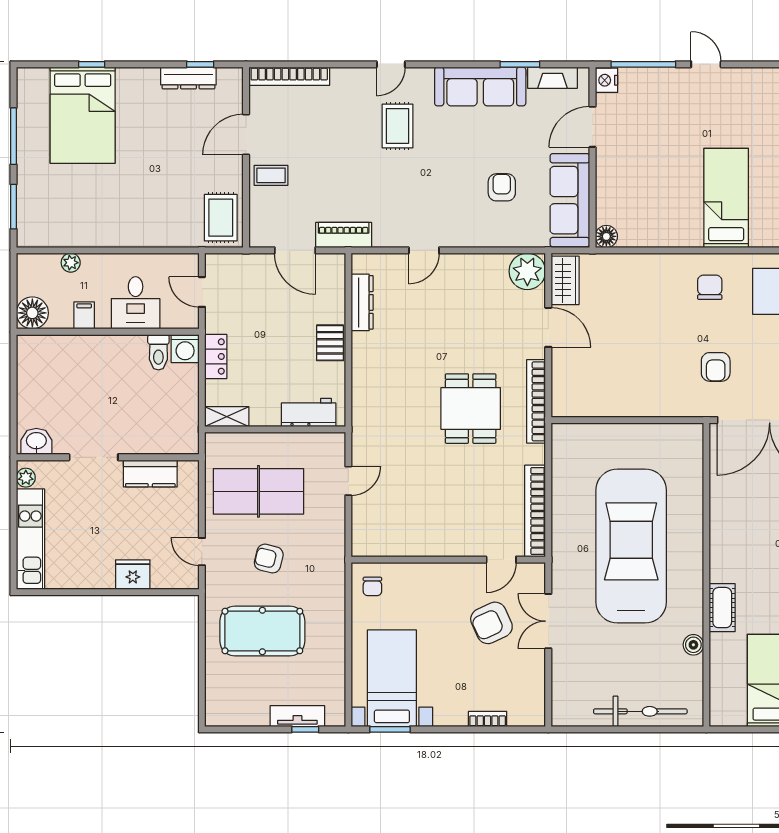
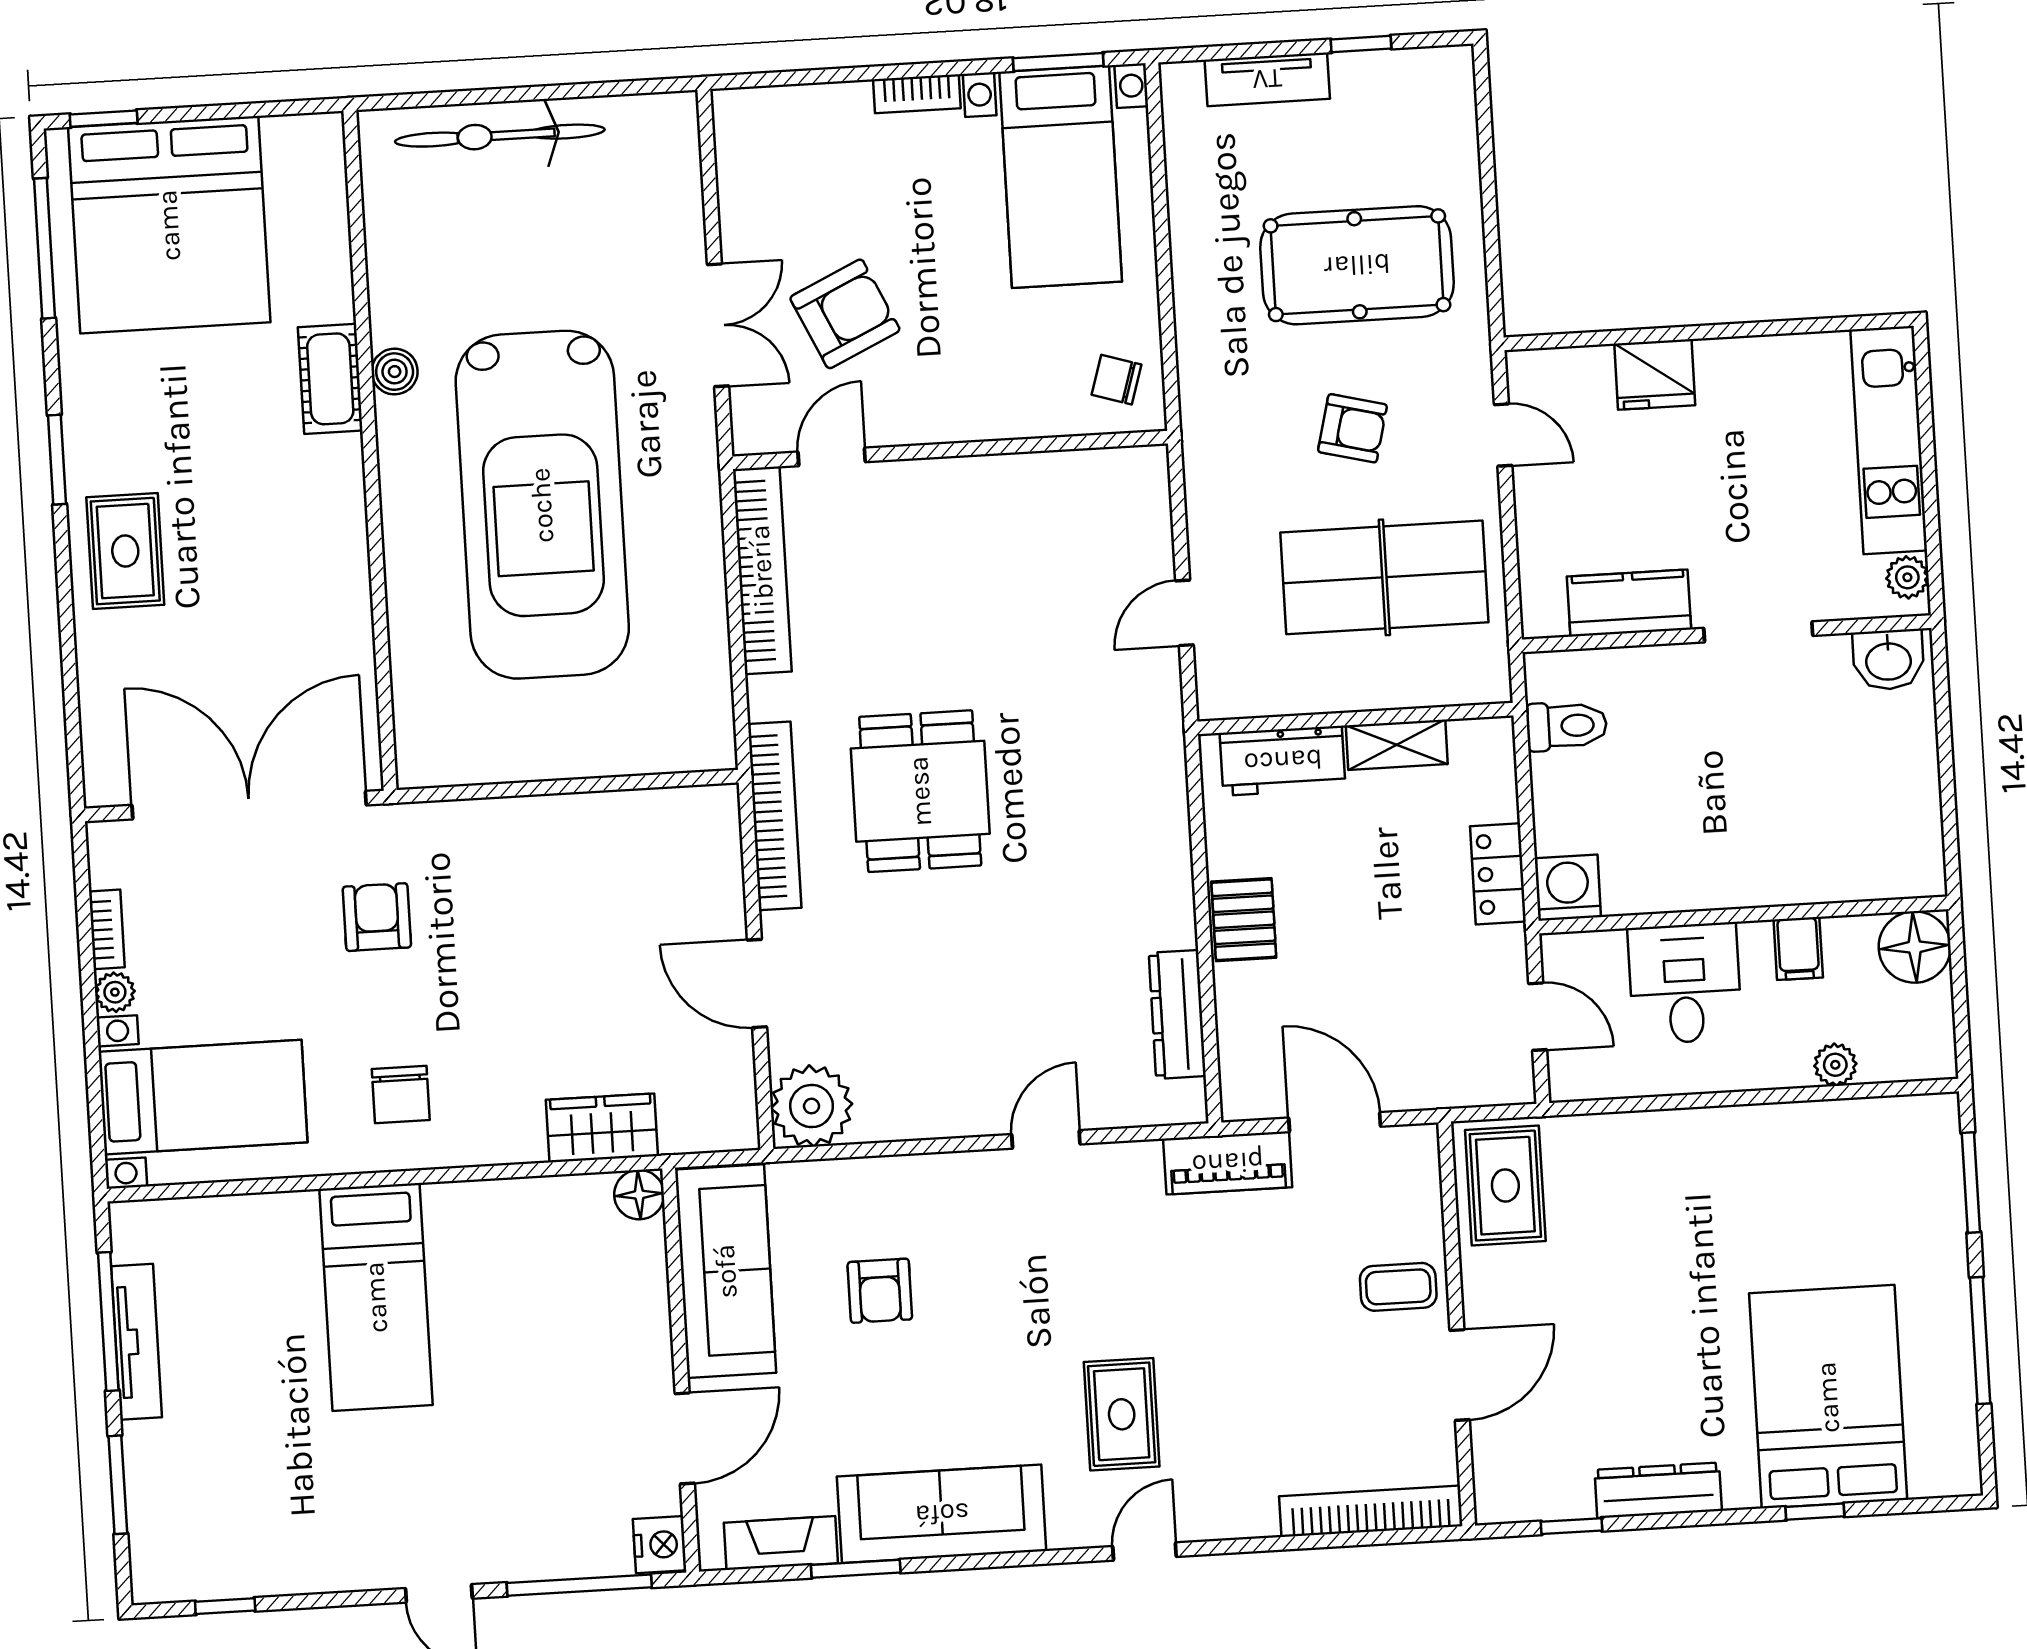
dresser: (188, 78) -> (1658, 1490), moved
wardrobe: (565, 280) -> (602, 1128), moved, turned 90
toilet: (158, 352) -> (1566, 726), moved, turned 90
shelving: (227, 417) -> (1397, 745), moved
chair: (372, 586) -> (1117, 380), turned -73
boiler: (693, 645) -> (395, 372), moved
bookcase: (488, 719) -> (917, 94), moved
window: (305, 729) -> (1361, 44), moved

